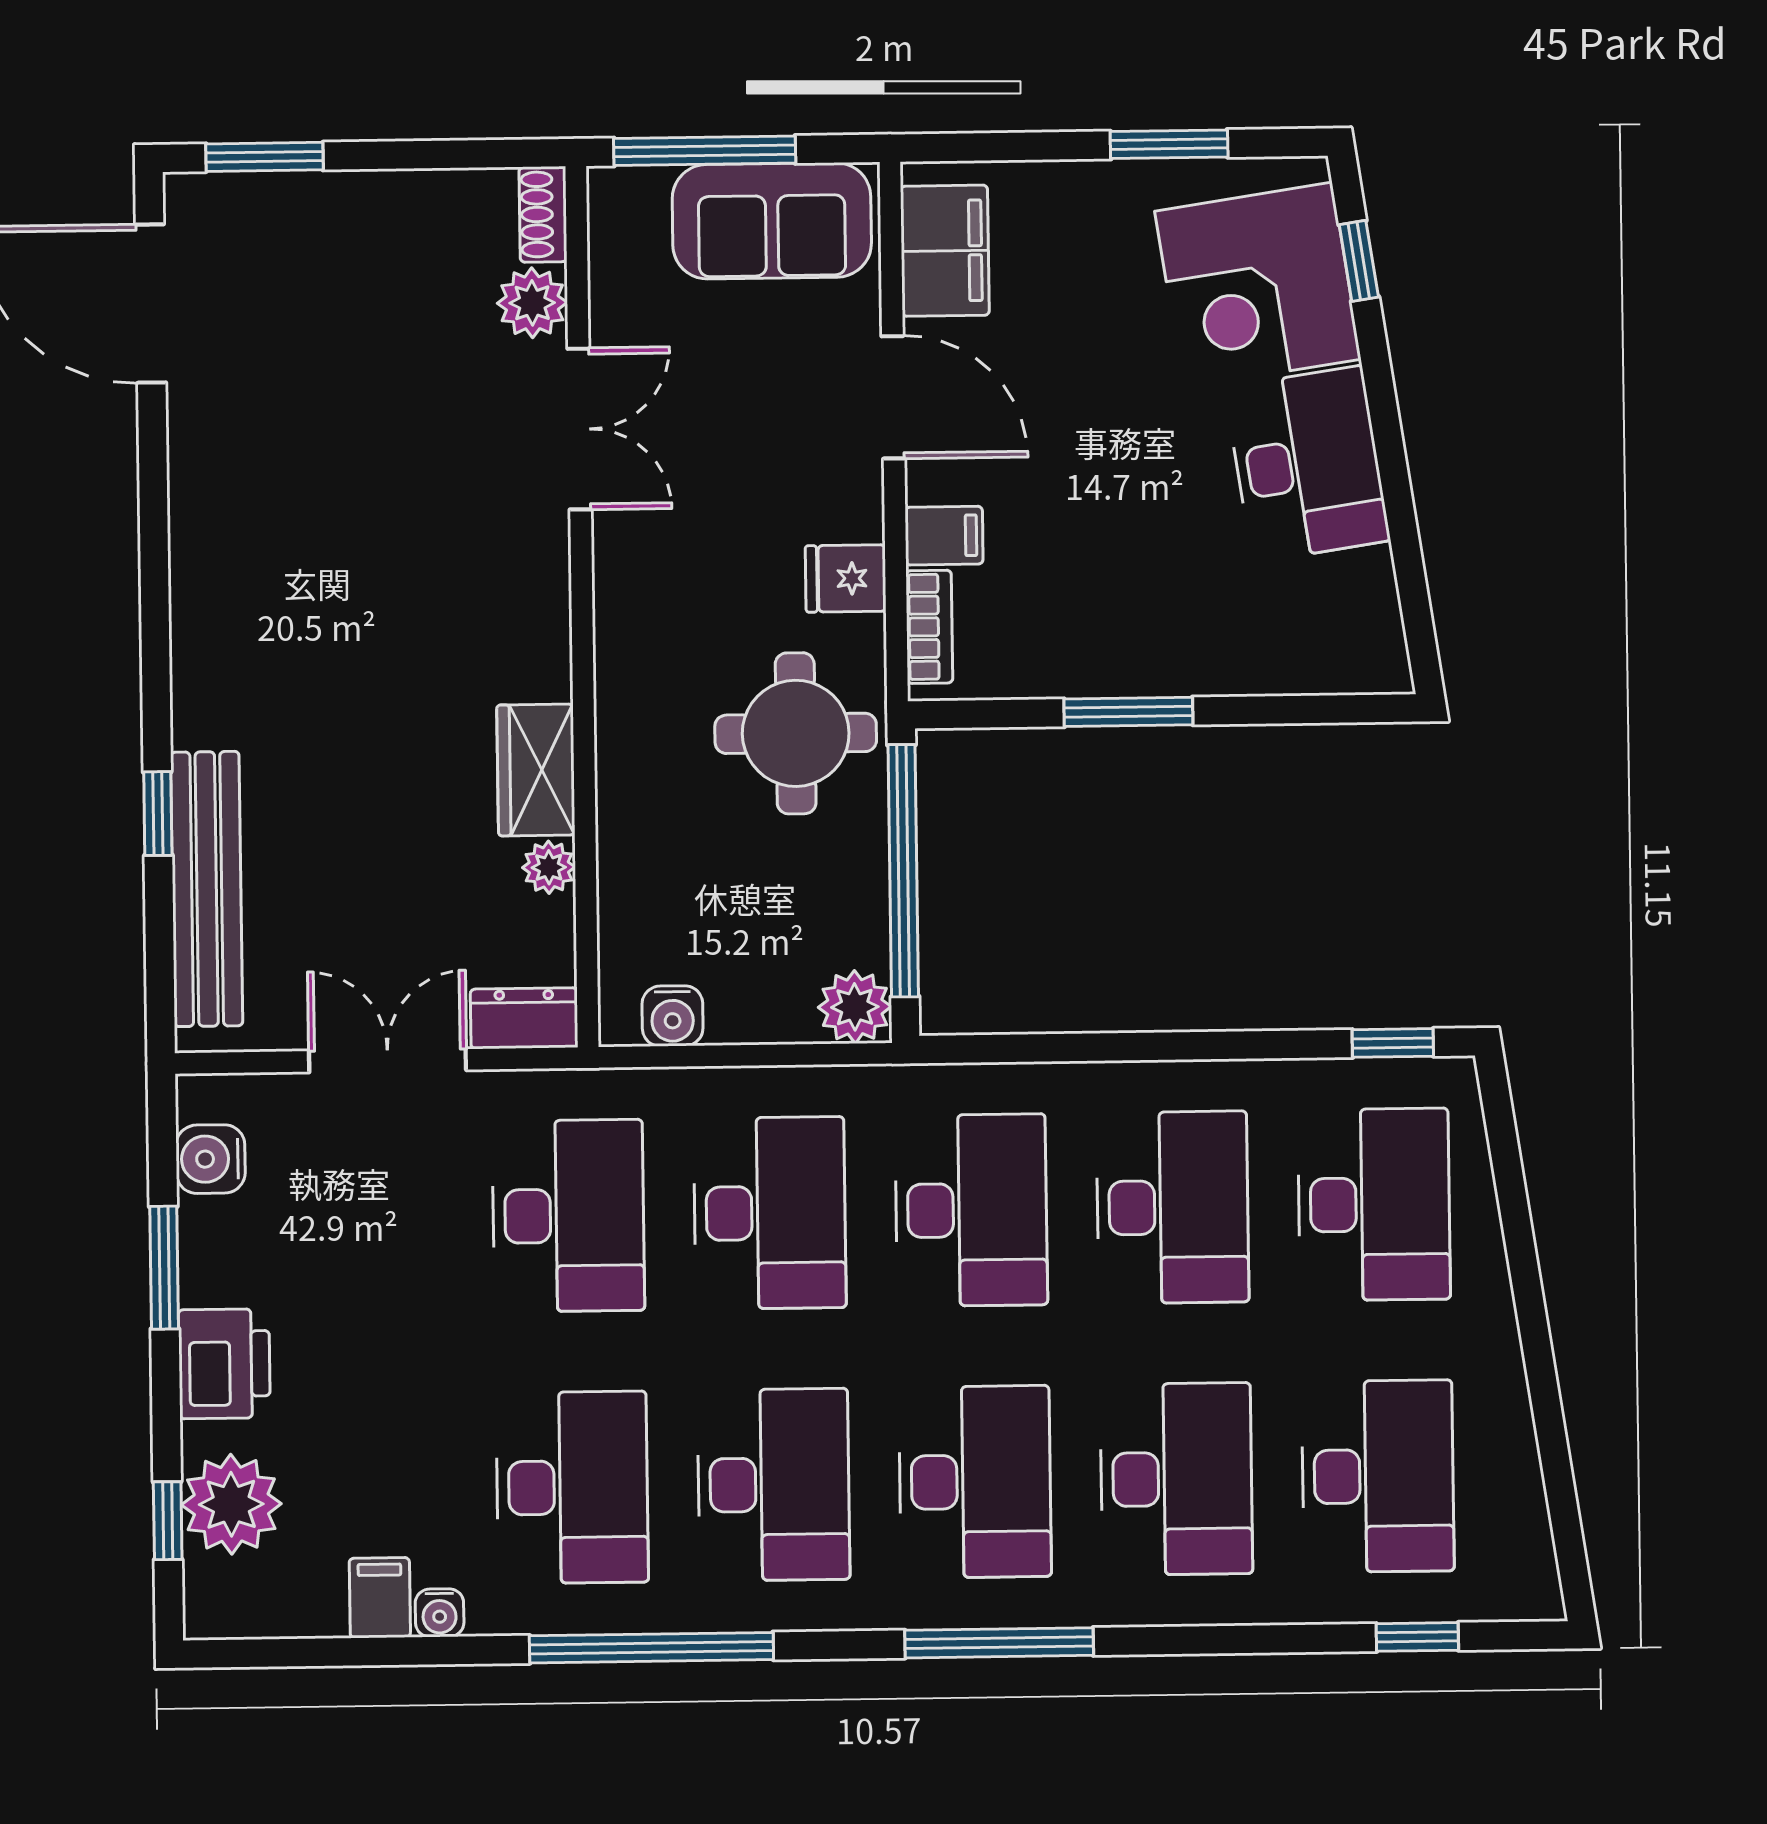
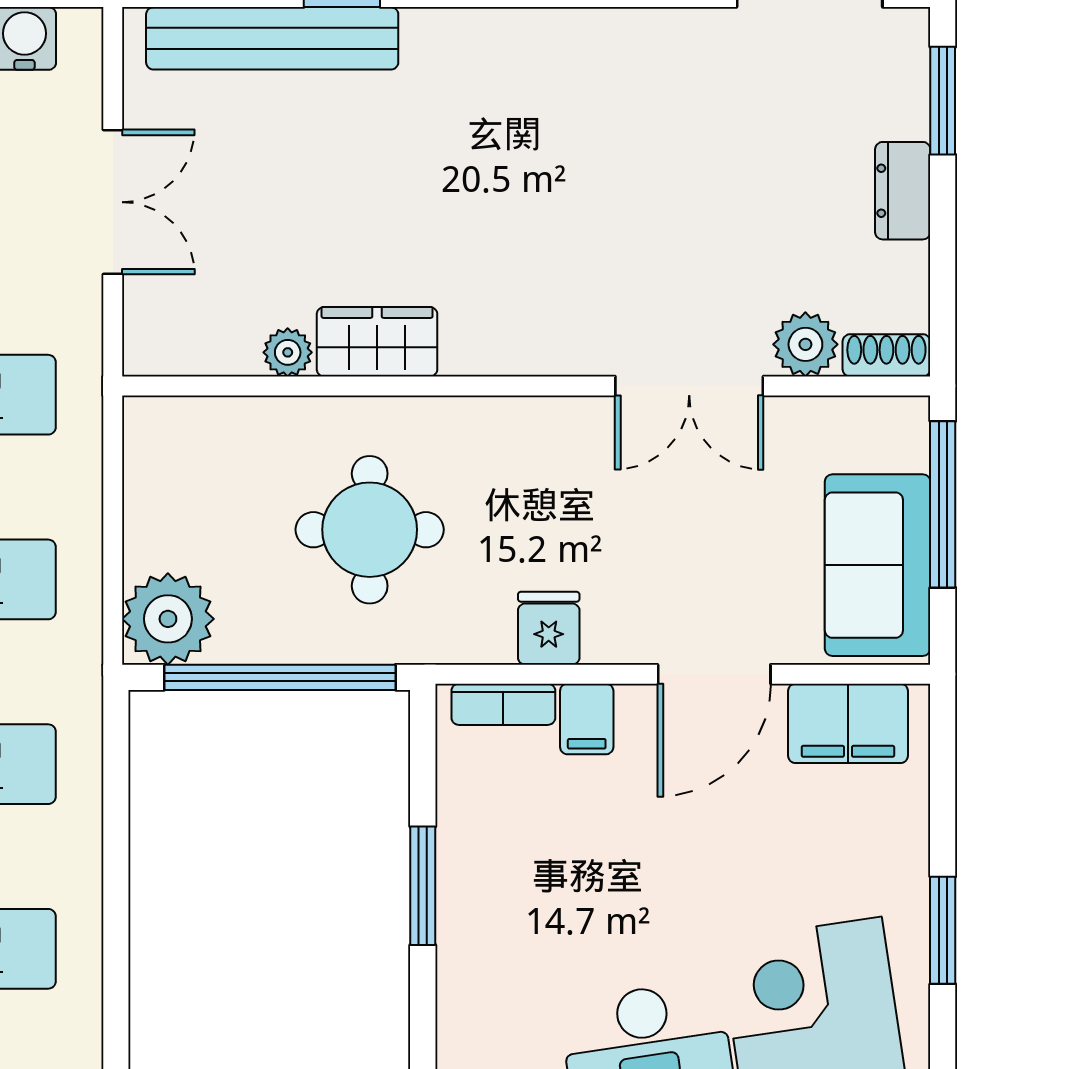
round table: (796, 733) -> (370, 530), moved
plant: (855, 1007) -> (168, 619), width x1.36, depth x1.36
water cooler: (673, 1016) -> (150, 464), removed
dresser: (524, 1018) -> (903, 191), moved, turned 180

